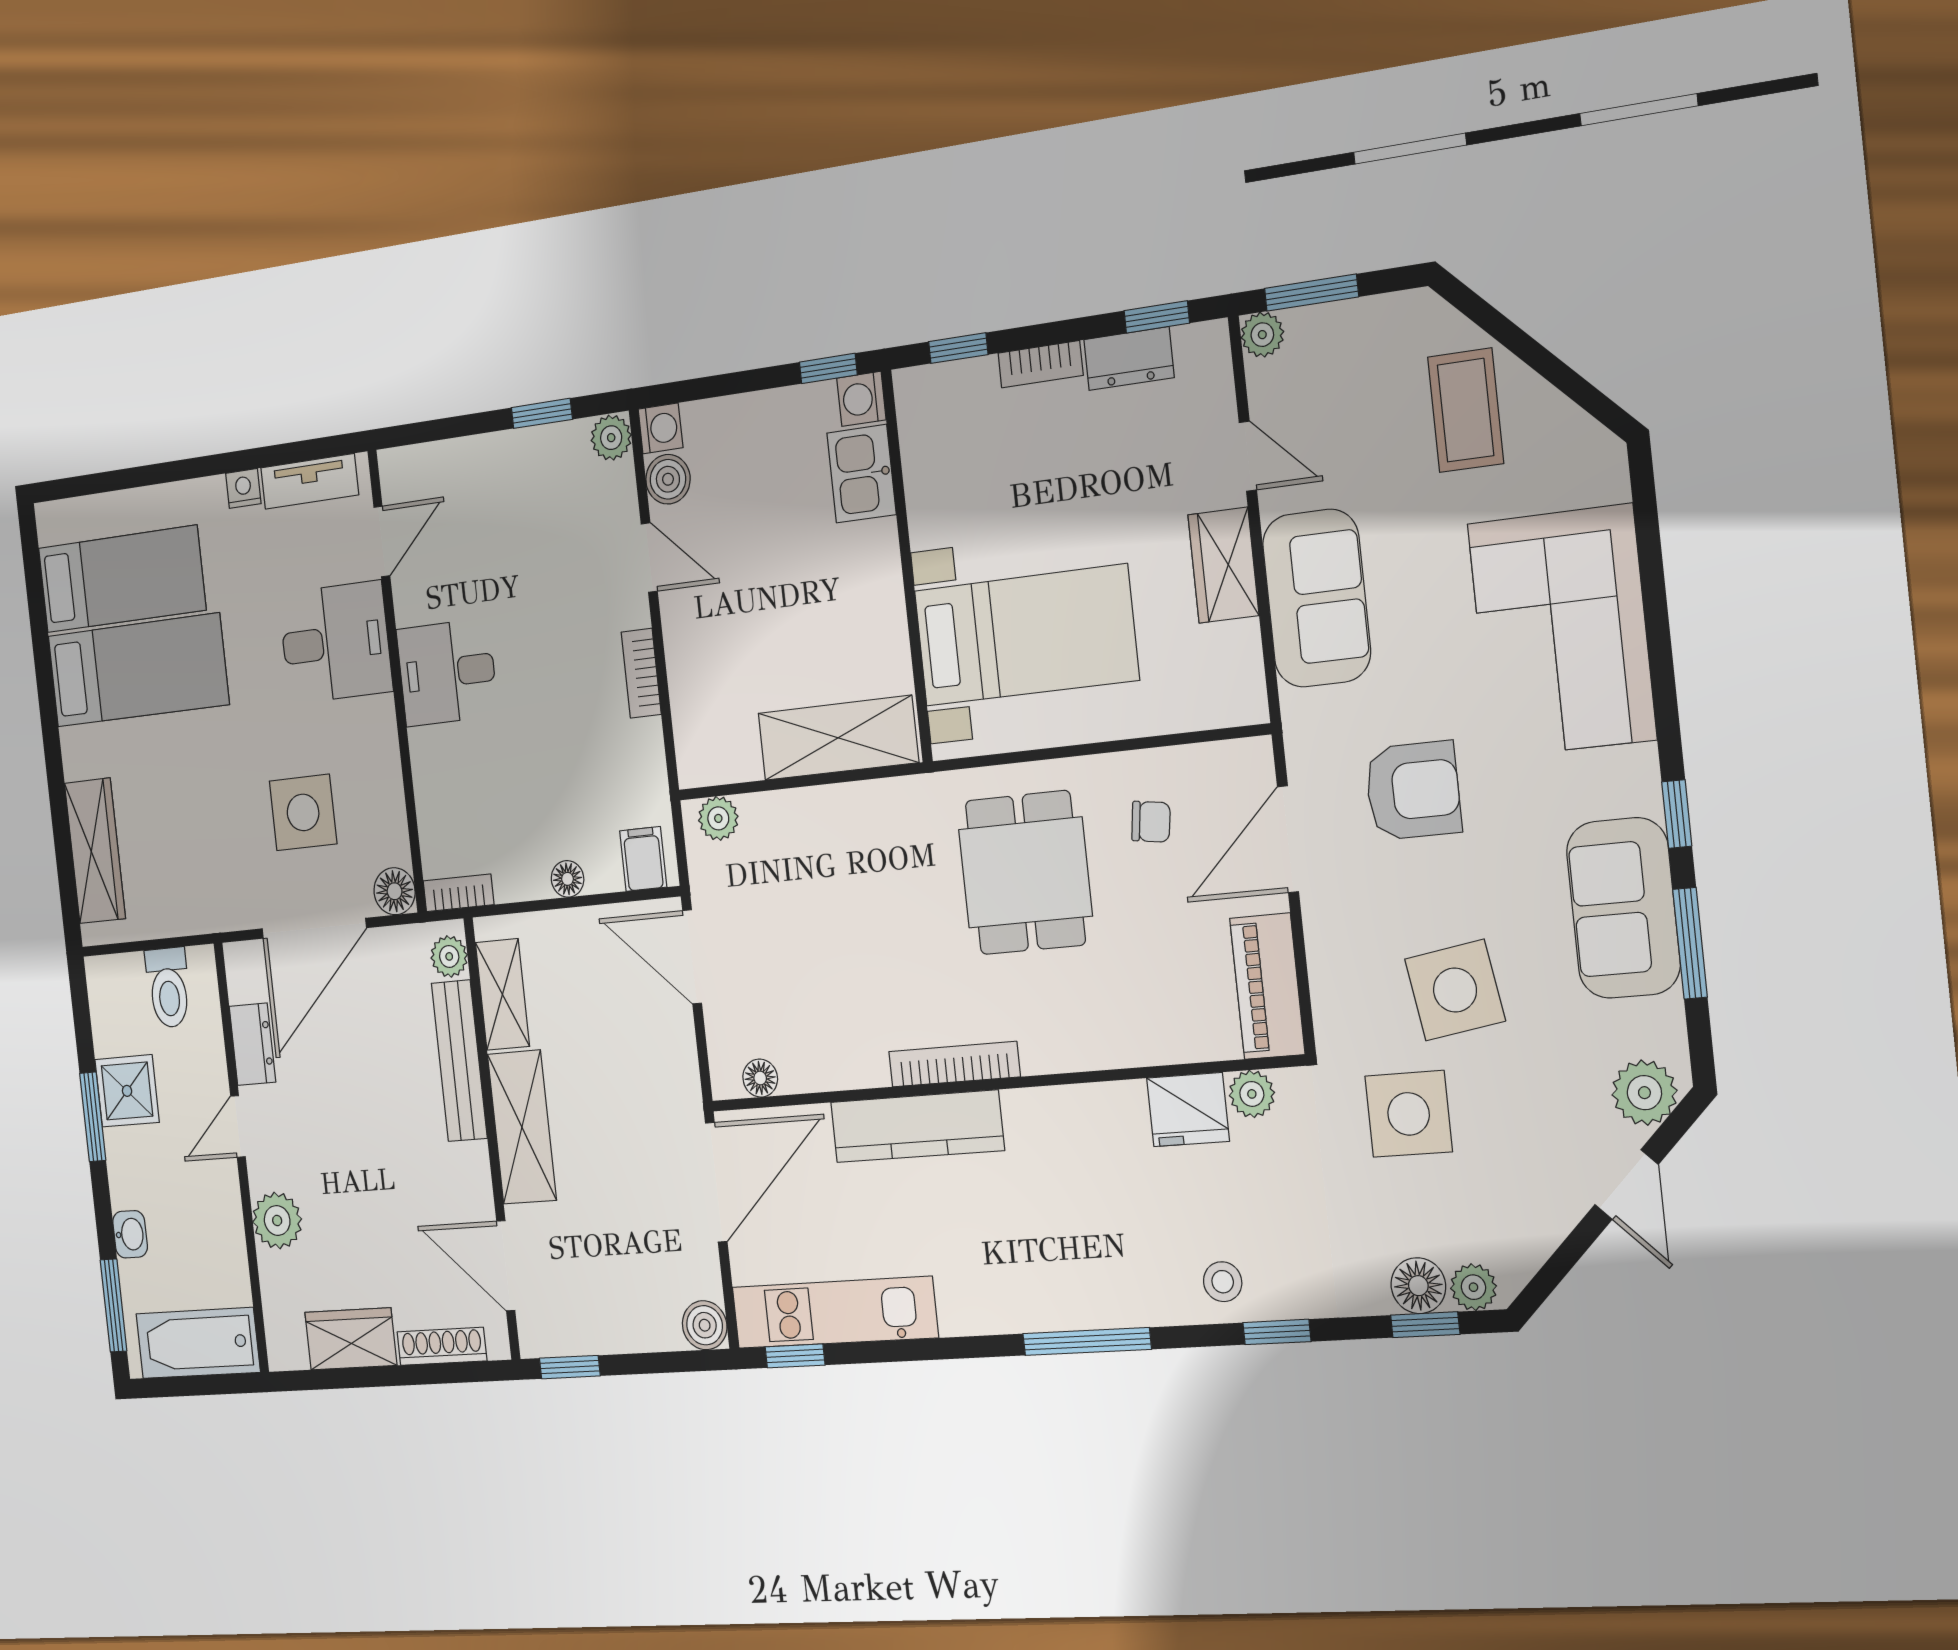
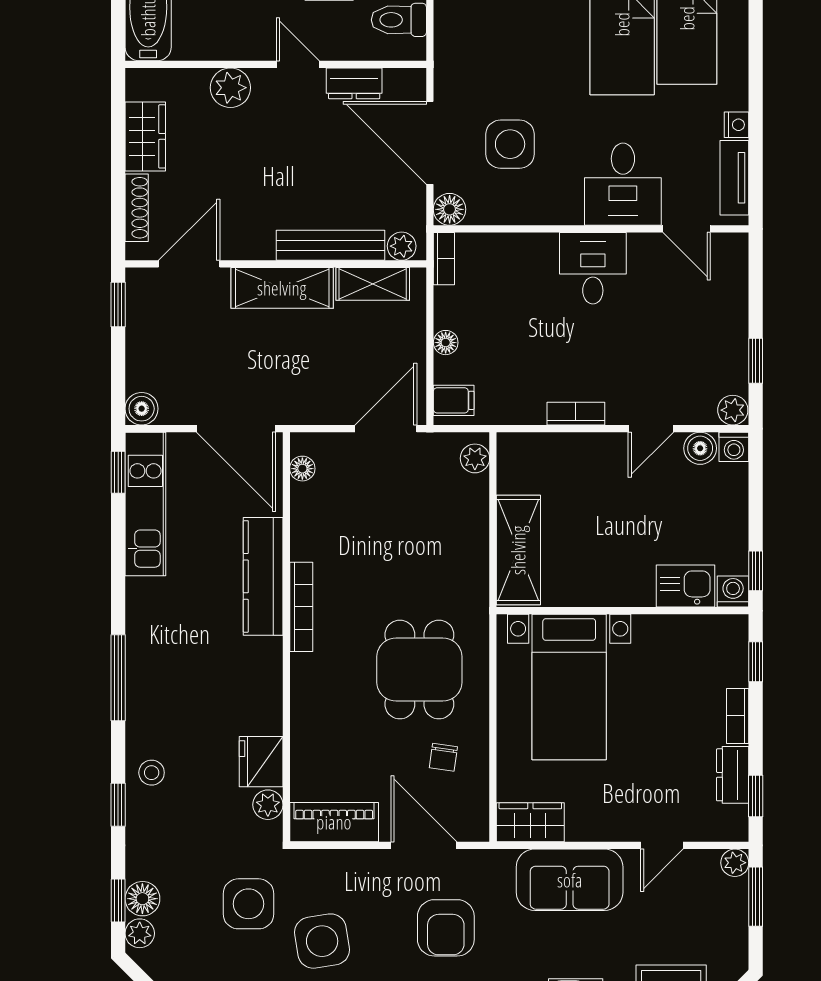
wardrobe: (1223, 565) -> (530, 822), moved
dining table: (1025, 873) -> (419, 670), turned 90

